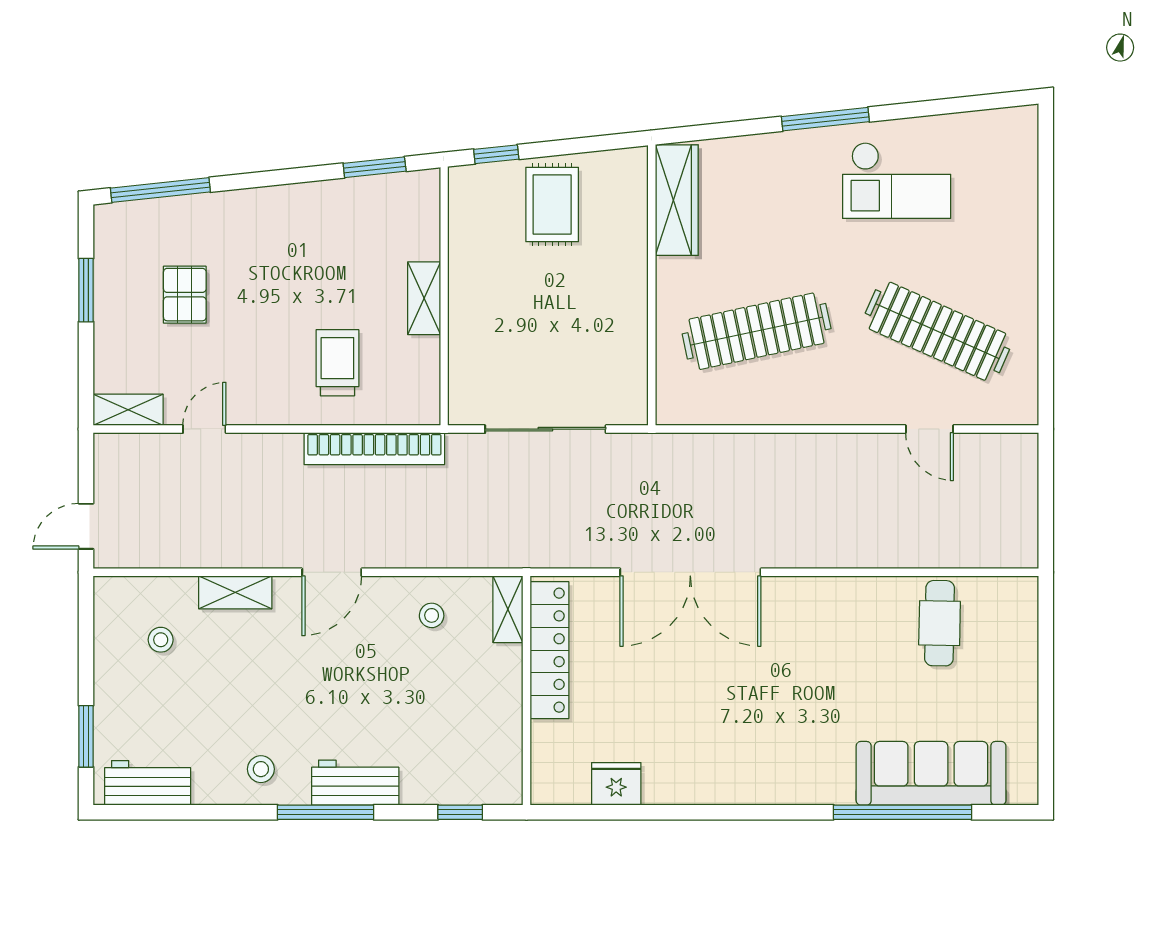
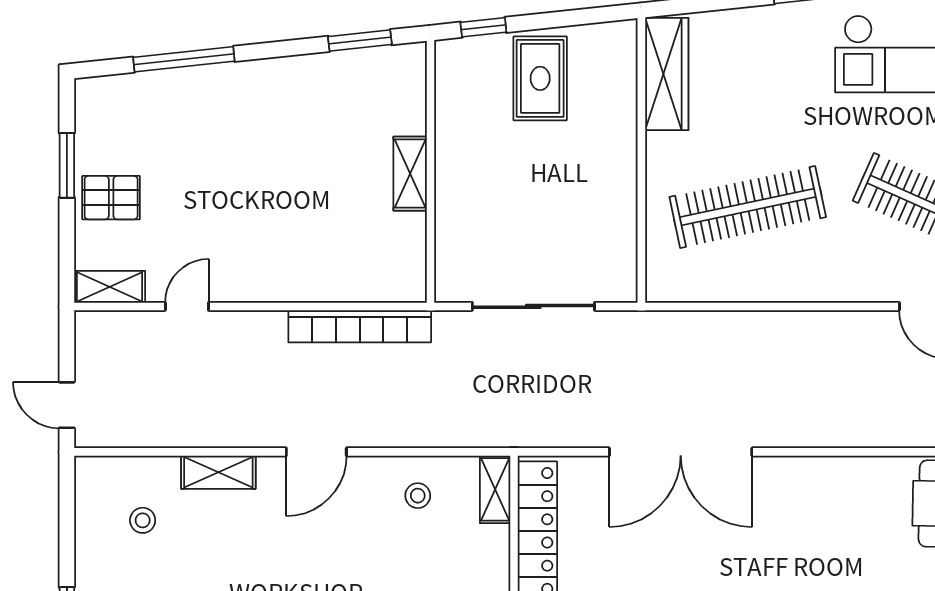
window: (160, 190) -> (184, 59), moved
pallet: (185, 295) -> (111, 198), moved, turned 90
trolley: (337, 363) -> (322, 239), removed
door: (86, 526) -> (67, 405), hinge flipped

